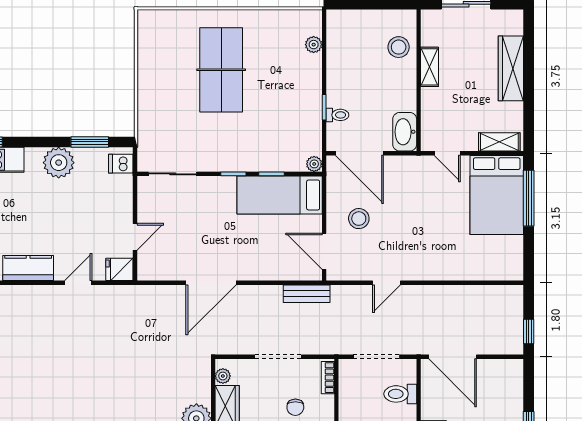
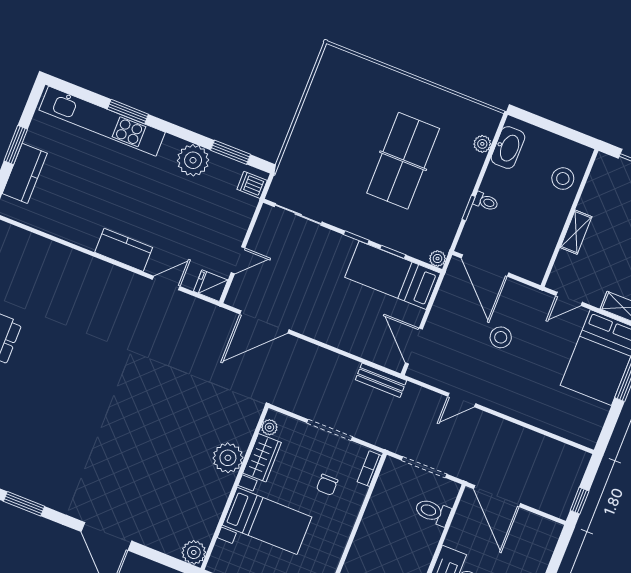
shelving: (430, 67) -> (576, 232), moved
table tennis table: (221, 70) -> (403, 161), moved
toilet: (337, 115) -> (486, 202), moved
washbasin: (405, 132) -> (508, 148), moved, turned 180
door: (447, 153) -> (569, 299), hinge flipped
stool: (359, 219) -> (501, 337), moved
door: (211, 283) -> (264, 322), moved

